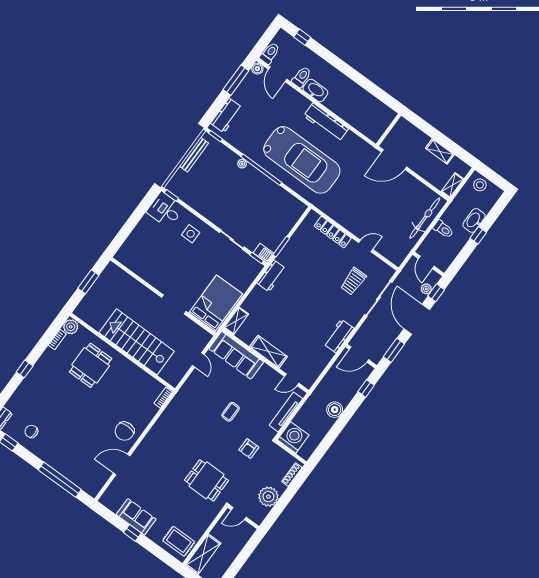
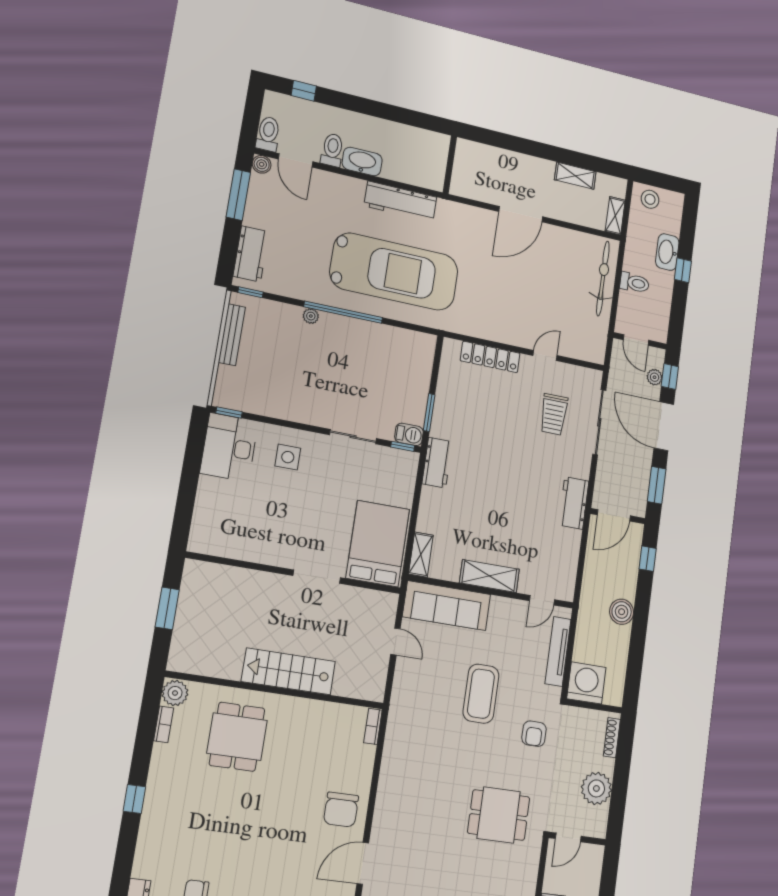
wall: (388, 130) -> (450, 165), moved
desk: (165, 210) -> (229, 447), width x1.37
stairs: (137, 342) -> (289, 671), width x0.73, depth x0.66
coffee table: (231, 412) -> (481, 694), width x1.86, depth x1.72

